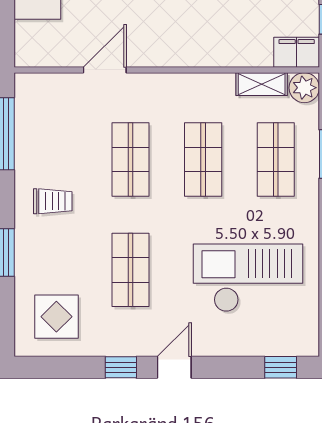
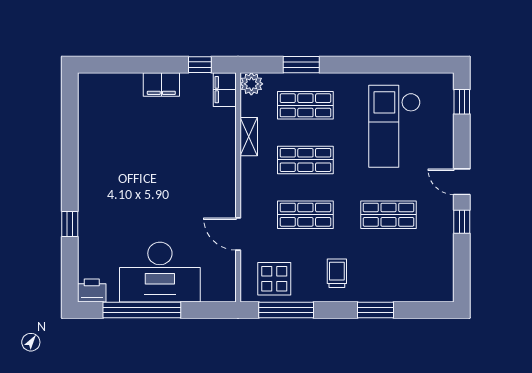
shelving: (262, 84) -> (249, 137), moved
display table: (56, 317) -> (274, 279), moved

